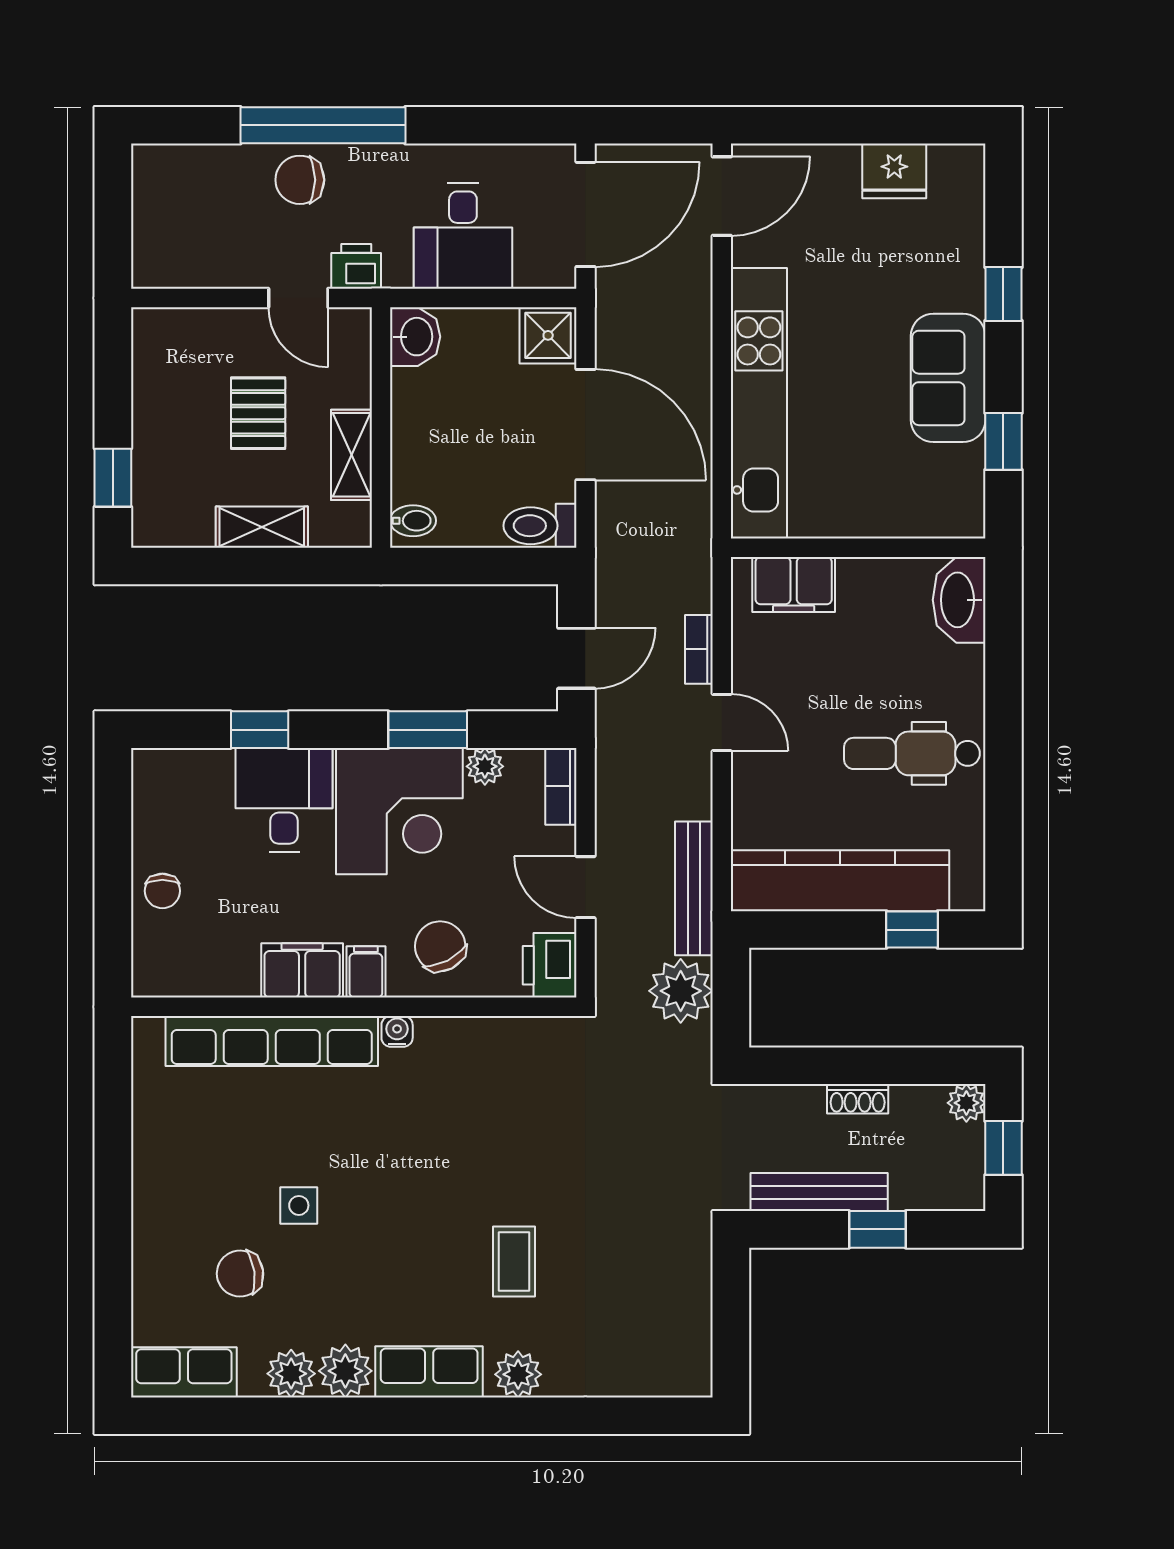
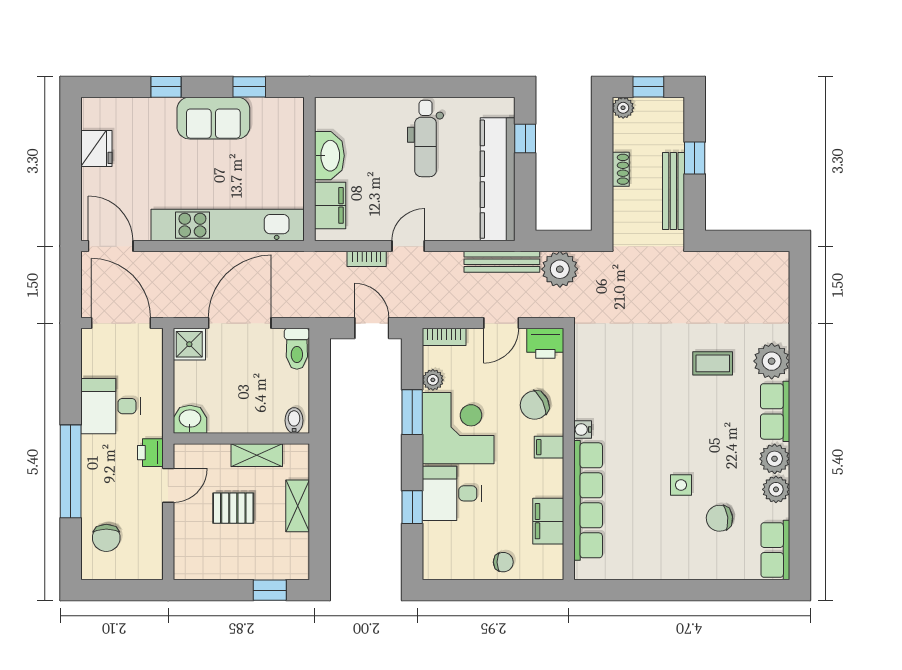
chair: (300, 180) -> (106, 538), moved
desk: (463, 236) -> (111, 406), moved, turned 180
washbasin: (959, 600) -> (329, 156), moved, turned -90
filing cabinet: (302, 970) -> (548, 521), moved
chair: (240, 1274) -> (719, 518), turned 91
plant: (518, 1374) -> (772, 361), width x1.36, depth x1.36

